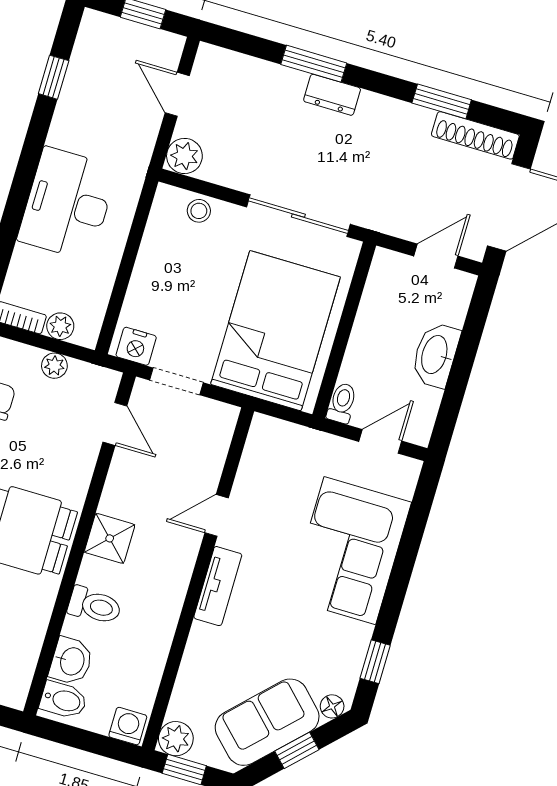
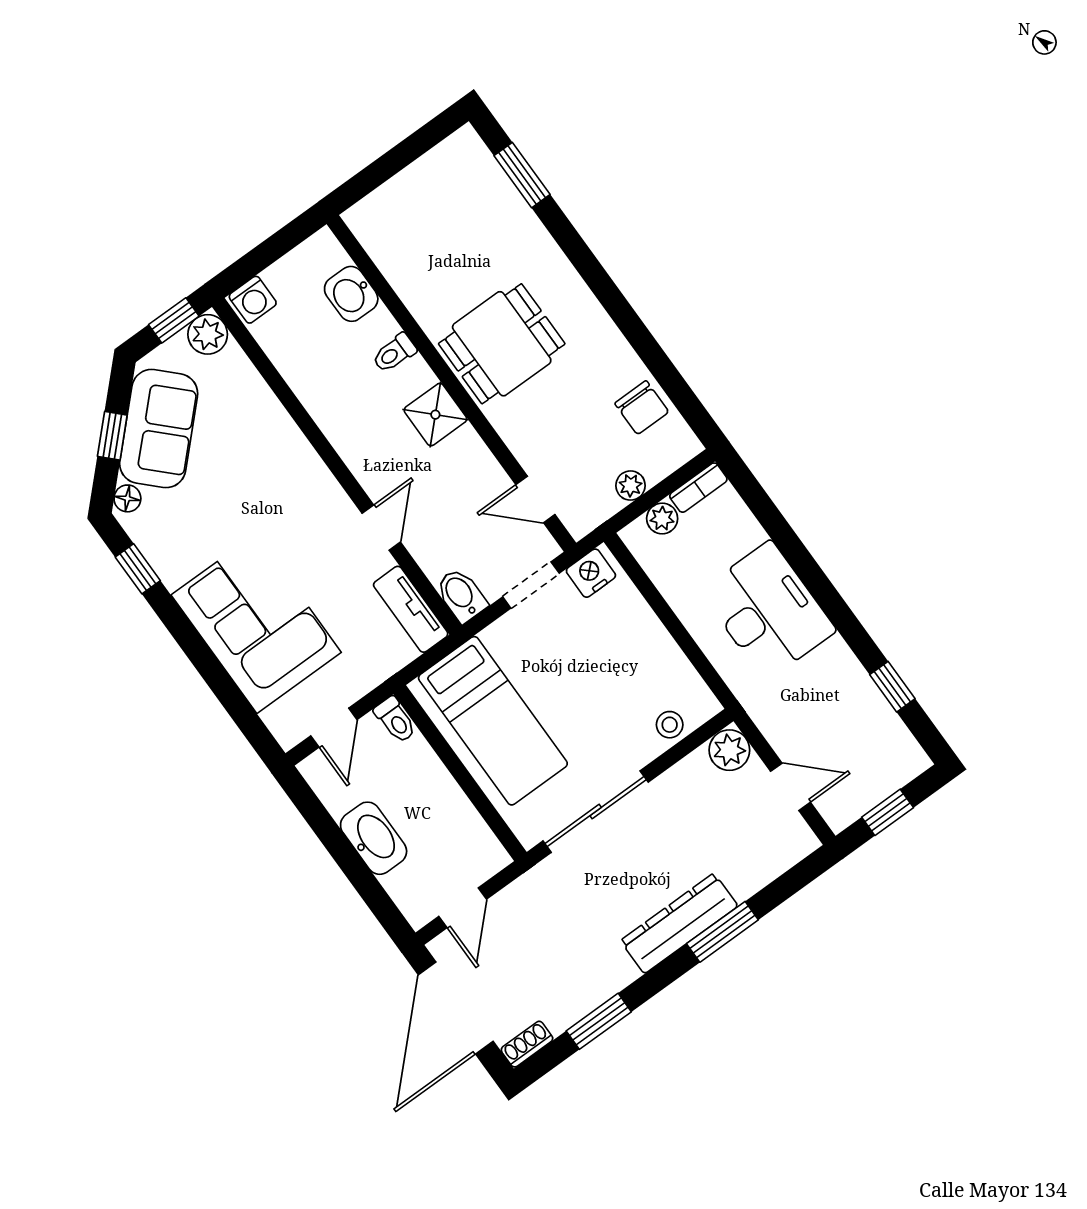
dresser: (332, 95) -> (679, 923), width x1.96, depth x1.24
shoe rack: (475, 135) -> (527, 1044), width x0.51, depth x0.81
bed: (275, 331) -> (493, 721), width x0.67
tv unit: (218, 586) -> (411, 609), moved
toilet: (95, 606) -> (394, 353), width x0.73, depth x0.72
bidet: (63, 700) -> (461, 595), moved, turned 90

